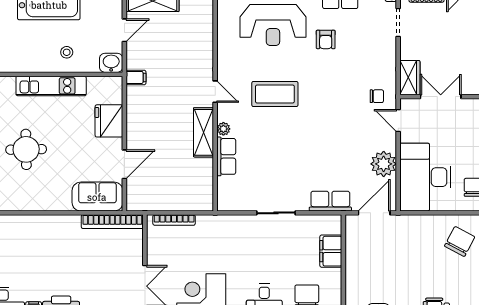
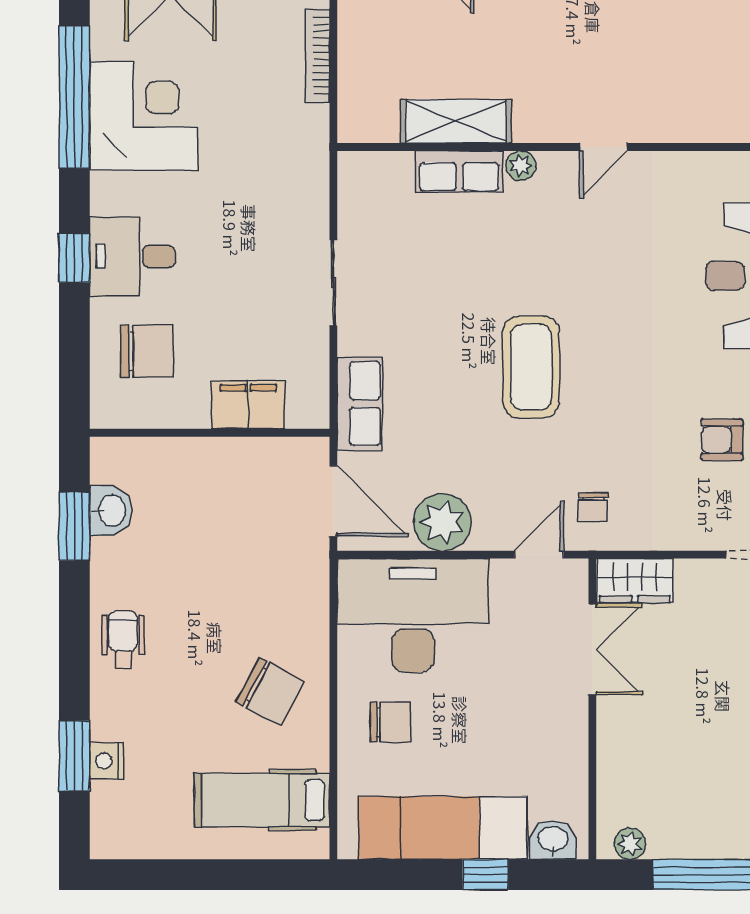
armchair: (326, 39) -> (722, 440), moved
coffee table: (275, 94) -> (531, 367), moved
shelving: (203, 132) -> (456, 121), moved

